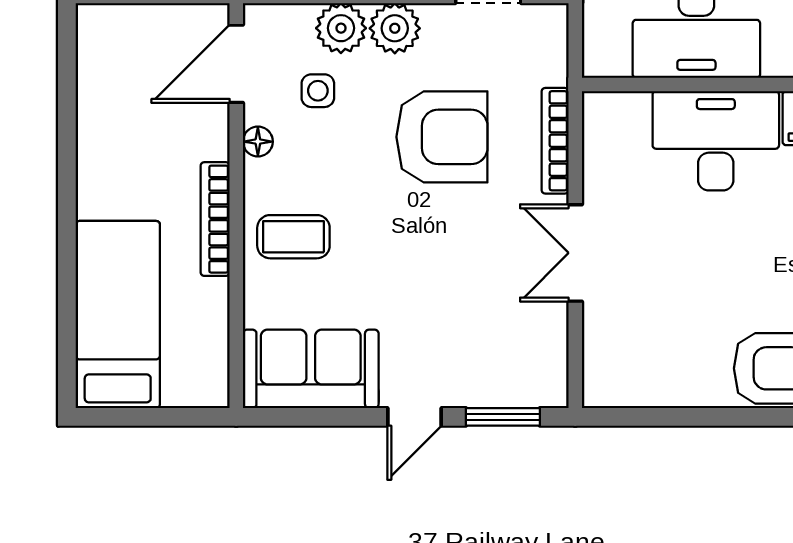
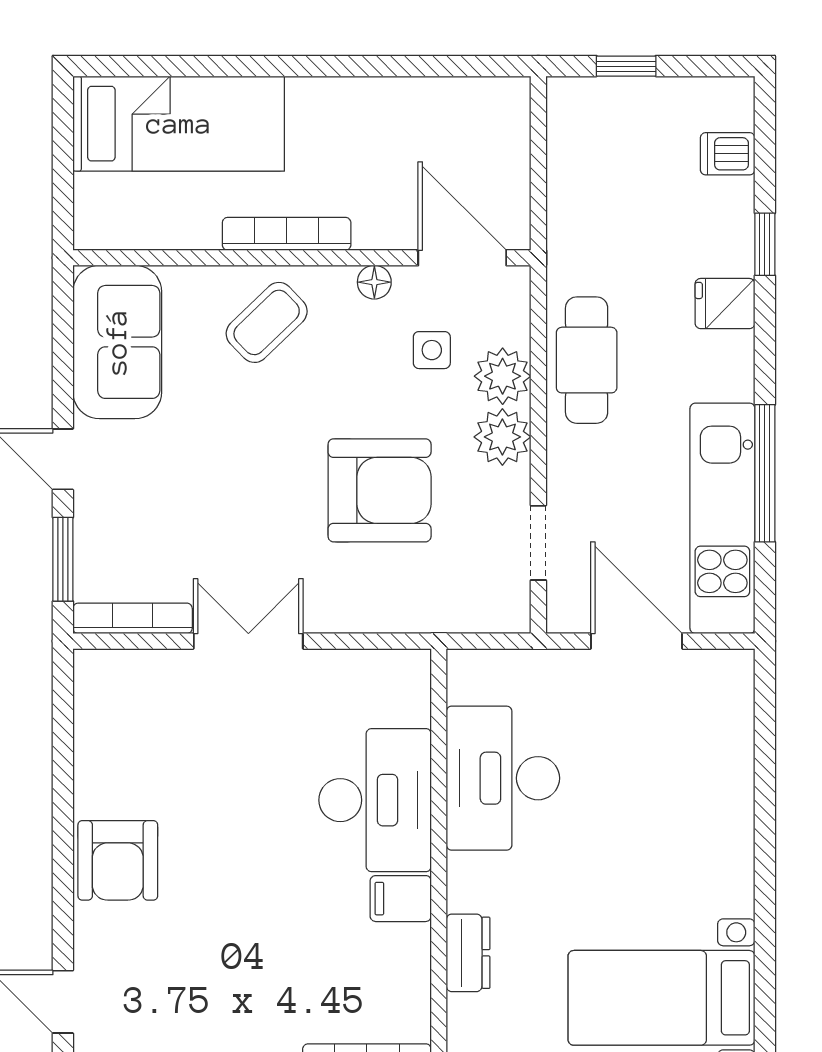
armchair: (442, 137) -> (380, 490), turned -90
bookcase: (555, 141) -> (133, 618), moved
coffee table: (293, 237) -> (267, 322), turned 46

